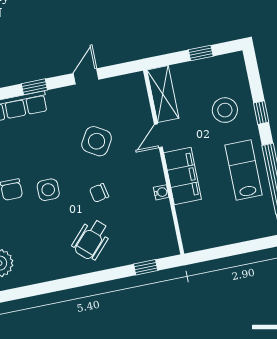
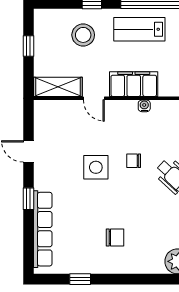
side table: (97, 141) -> (96, 167), moved, turned -31
side table: (48, 190) -> (122, 205), removed
chair: (99, 193) -> (134, 161), turned 101

